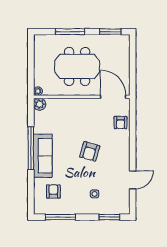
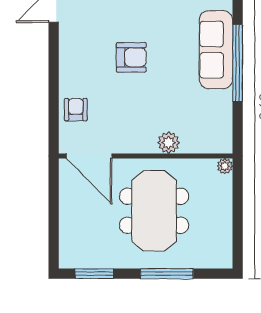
meeting table: (77, 66) -> (154, 211), turned 90
plant: (40, 104) -> (169, 143), moved
armchair: (90, 151) -> (131, 57), turned 74

